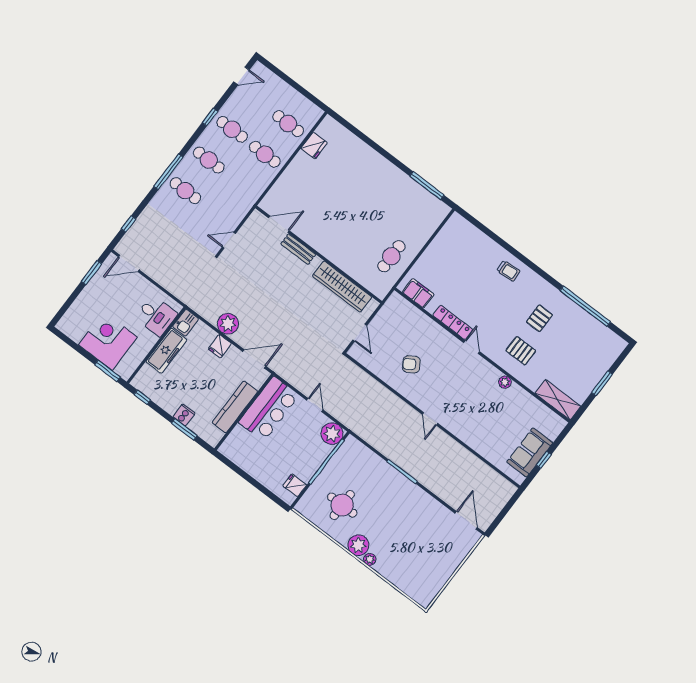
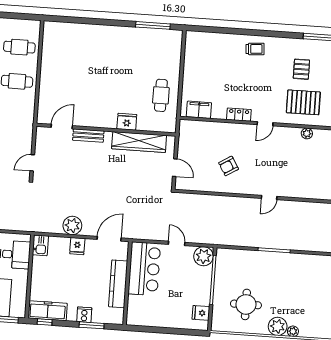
fridge: (314, 146) -> (127, 122), moved, turned -90
locker: (453, 322) -> (239, 115), width x0.66
door: (472, 347) -> (265, 124), swing flipped
freezer: (166, 351) -> (48, 311), moved, turned -90
pallet: (521, 351) -> (303, 102), width x1.50, depth x1.42
door: (430, 419) -> (269, 197), hinge flipped

